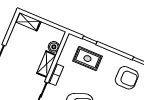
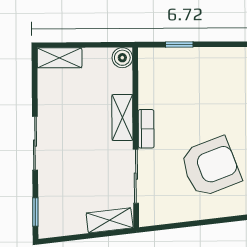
boiler: (54, 47) -> (122, 58), moved
rug: (87, 59) -> (189, 78), removed

